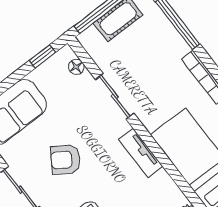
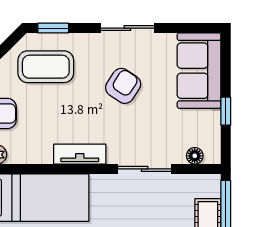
window: (42, 56) -> (226, 111), moved

